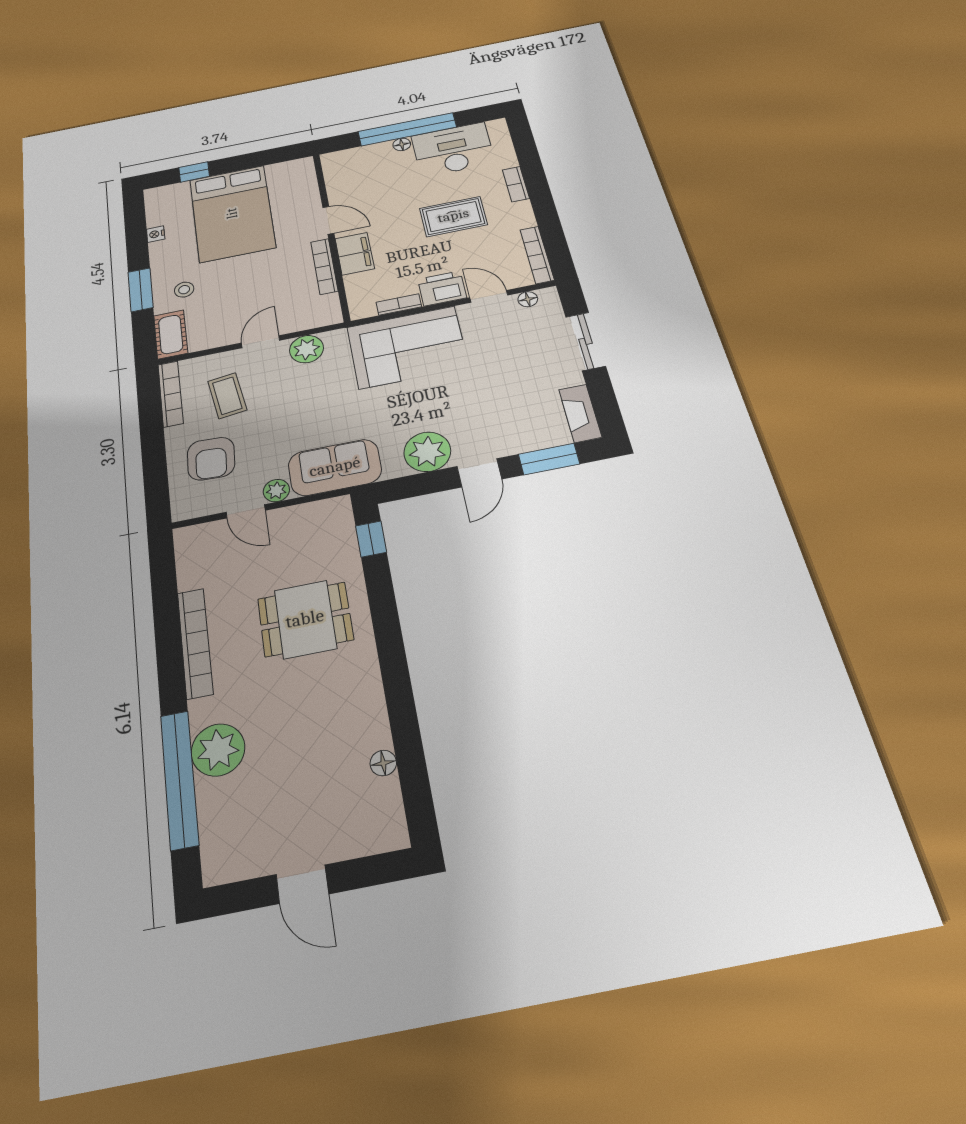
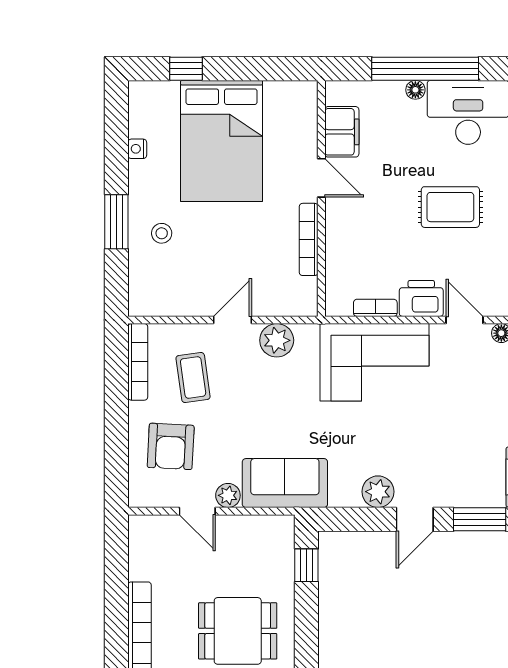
filing cabinet: (355, 254) -> (342, 132), moved
cot: (171, 334) -> (143, 288), removed
plant: (427, 452) -> (378, 492), width x0.73, depth x0.73

